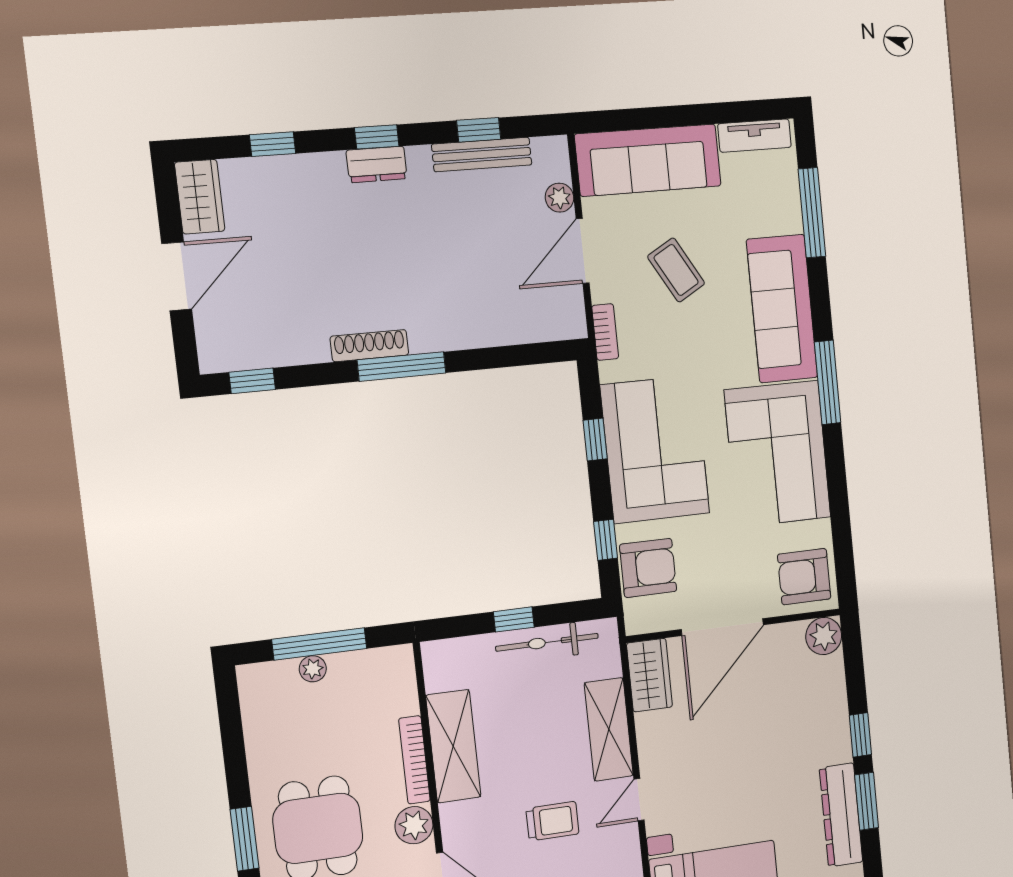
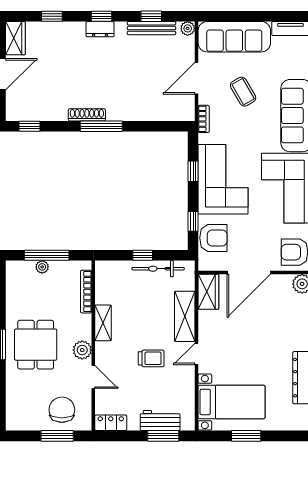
plant: (559, 198) -> (188, 28), moved
shelving: (453, 746) -> (103, 323), width x0.67, depth x0.75
bookcase: (414, 760) -> (86, 292), moved

